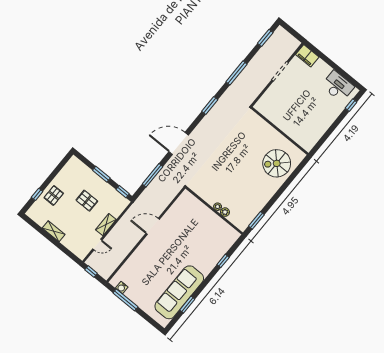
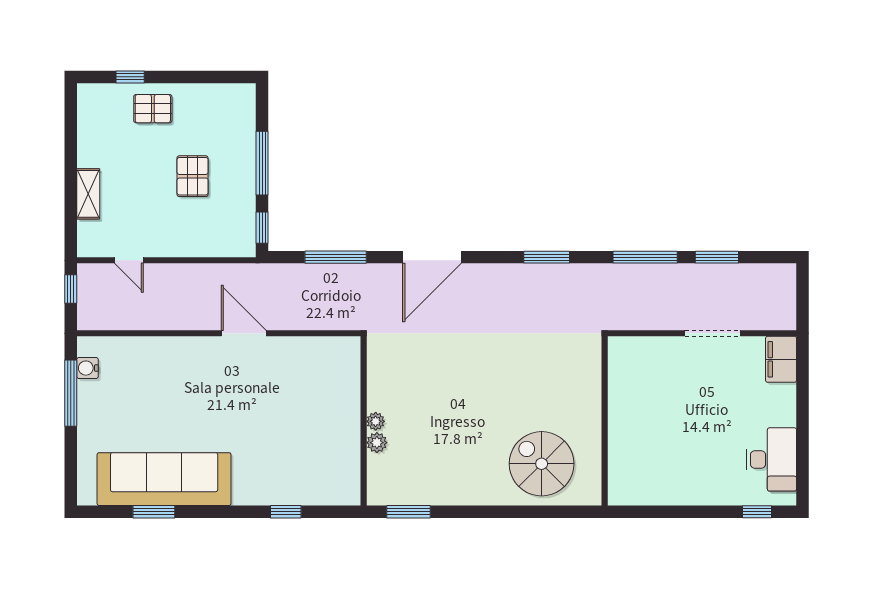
window: (265, 38) -> (717, 257), moved
door: (179, 143) -> (432, 257), swing flipped
window: (101, 174) -> (262, 163), width x1.44
shelving: (106, 225) -> (178, 246), removed
shelving: (54, 231) -> (88, 194), moved

